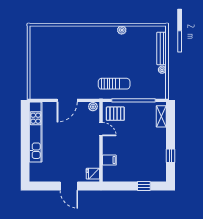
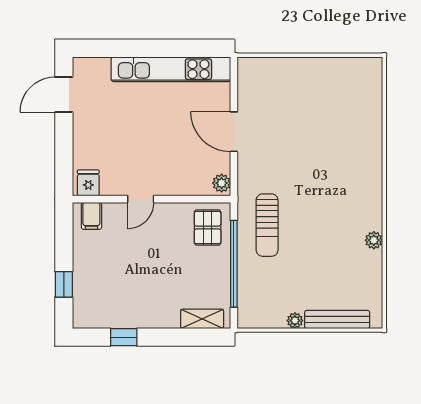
door: (101, 129) -> (141, 199), moved
filing cabinet: (109, 160) -> (91, 216), moved
door: (69, 186) -> (64, 95), moved

